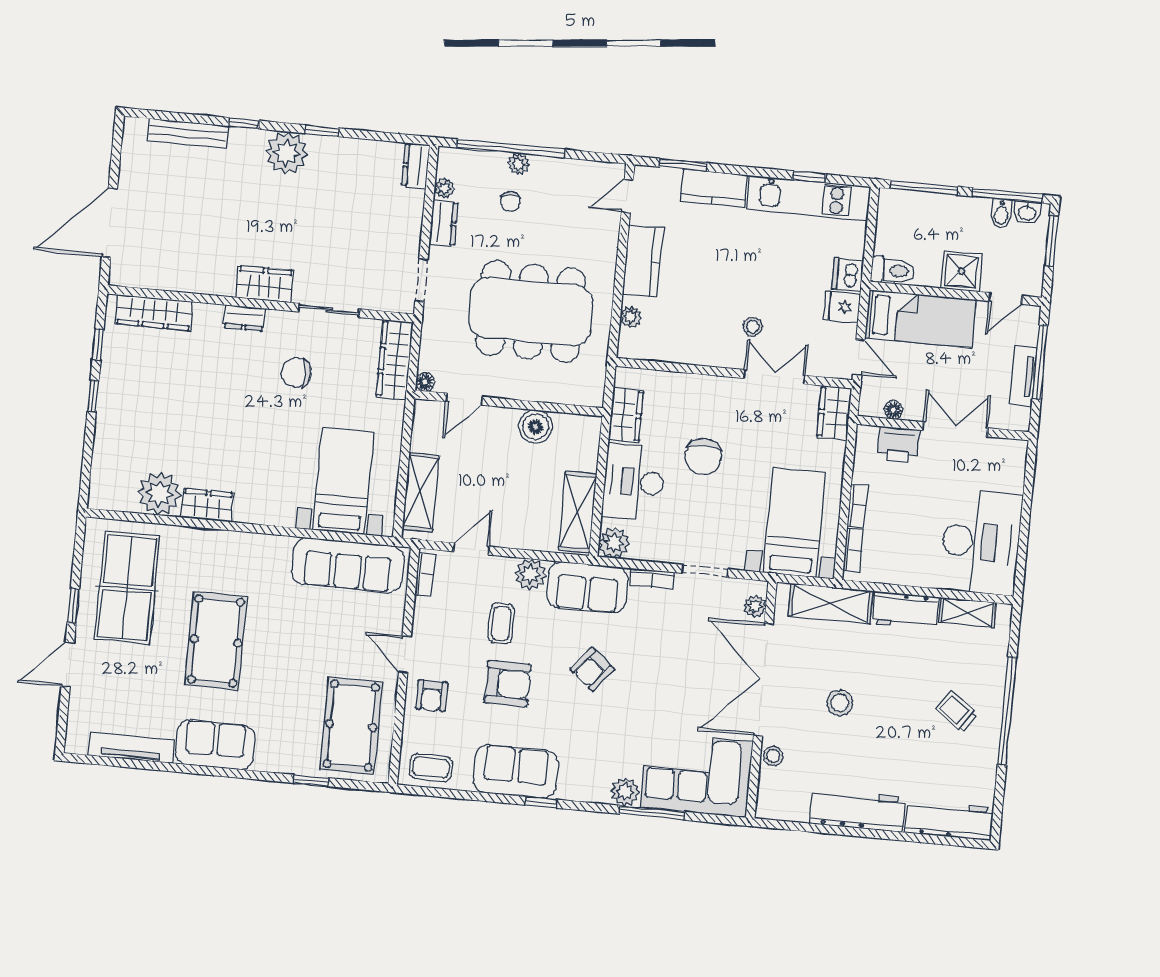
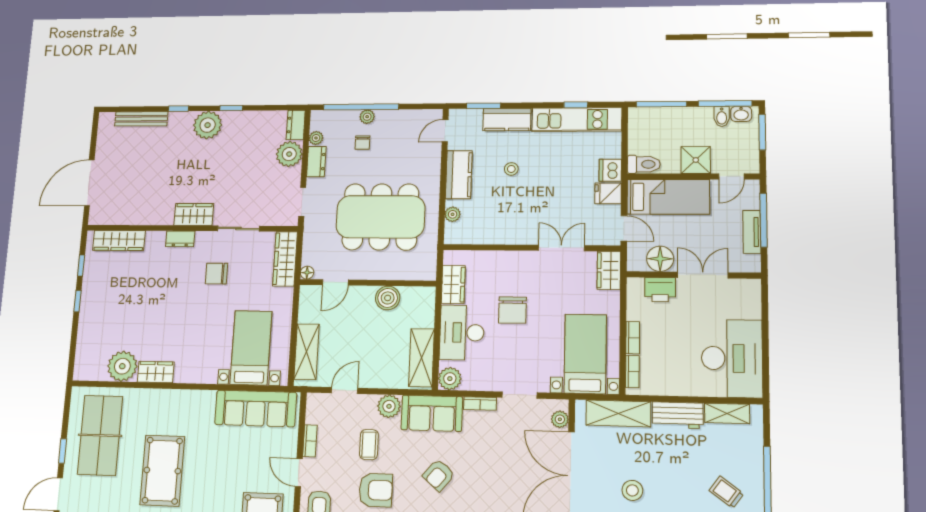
plant: (405, 208) -> (289, 154), added
stool: (753, 327) -> (511, 169), moved
floor lamp: (893, 410) -> (660, 259), width x1.89, depth x1.89
bookcase: (425, 575) -> (310, 441), moved

